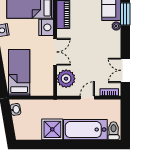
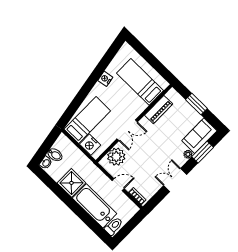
nightstand: (46, 27) -> (90, 145), moved, turned 90
double door: (125, 70) -> (175, 180), moved
washbasin: (16, 109) -> (46, 163), moved
bidet: (20, 121) -> (55, 155), added

